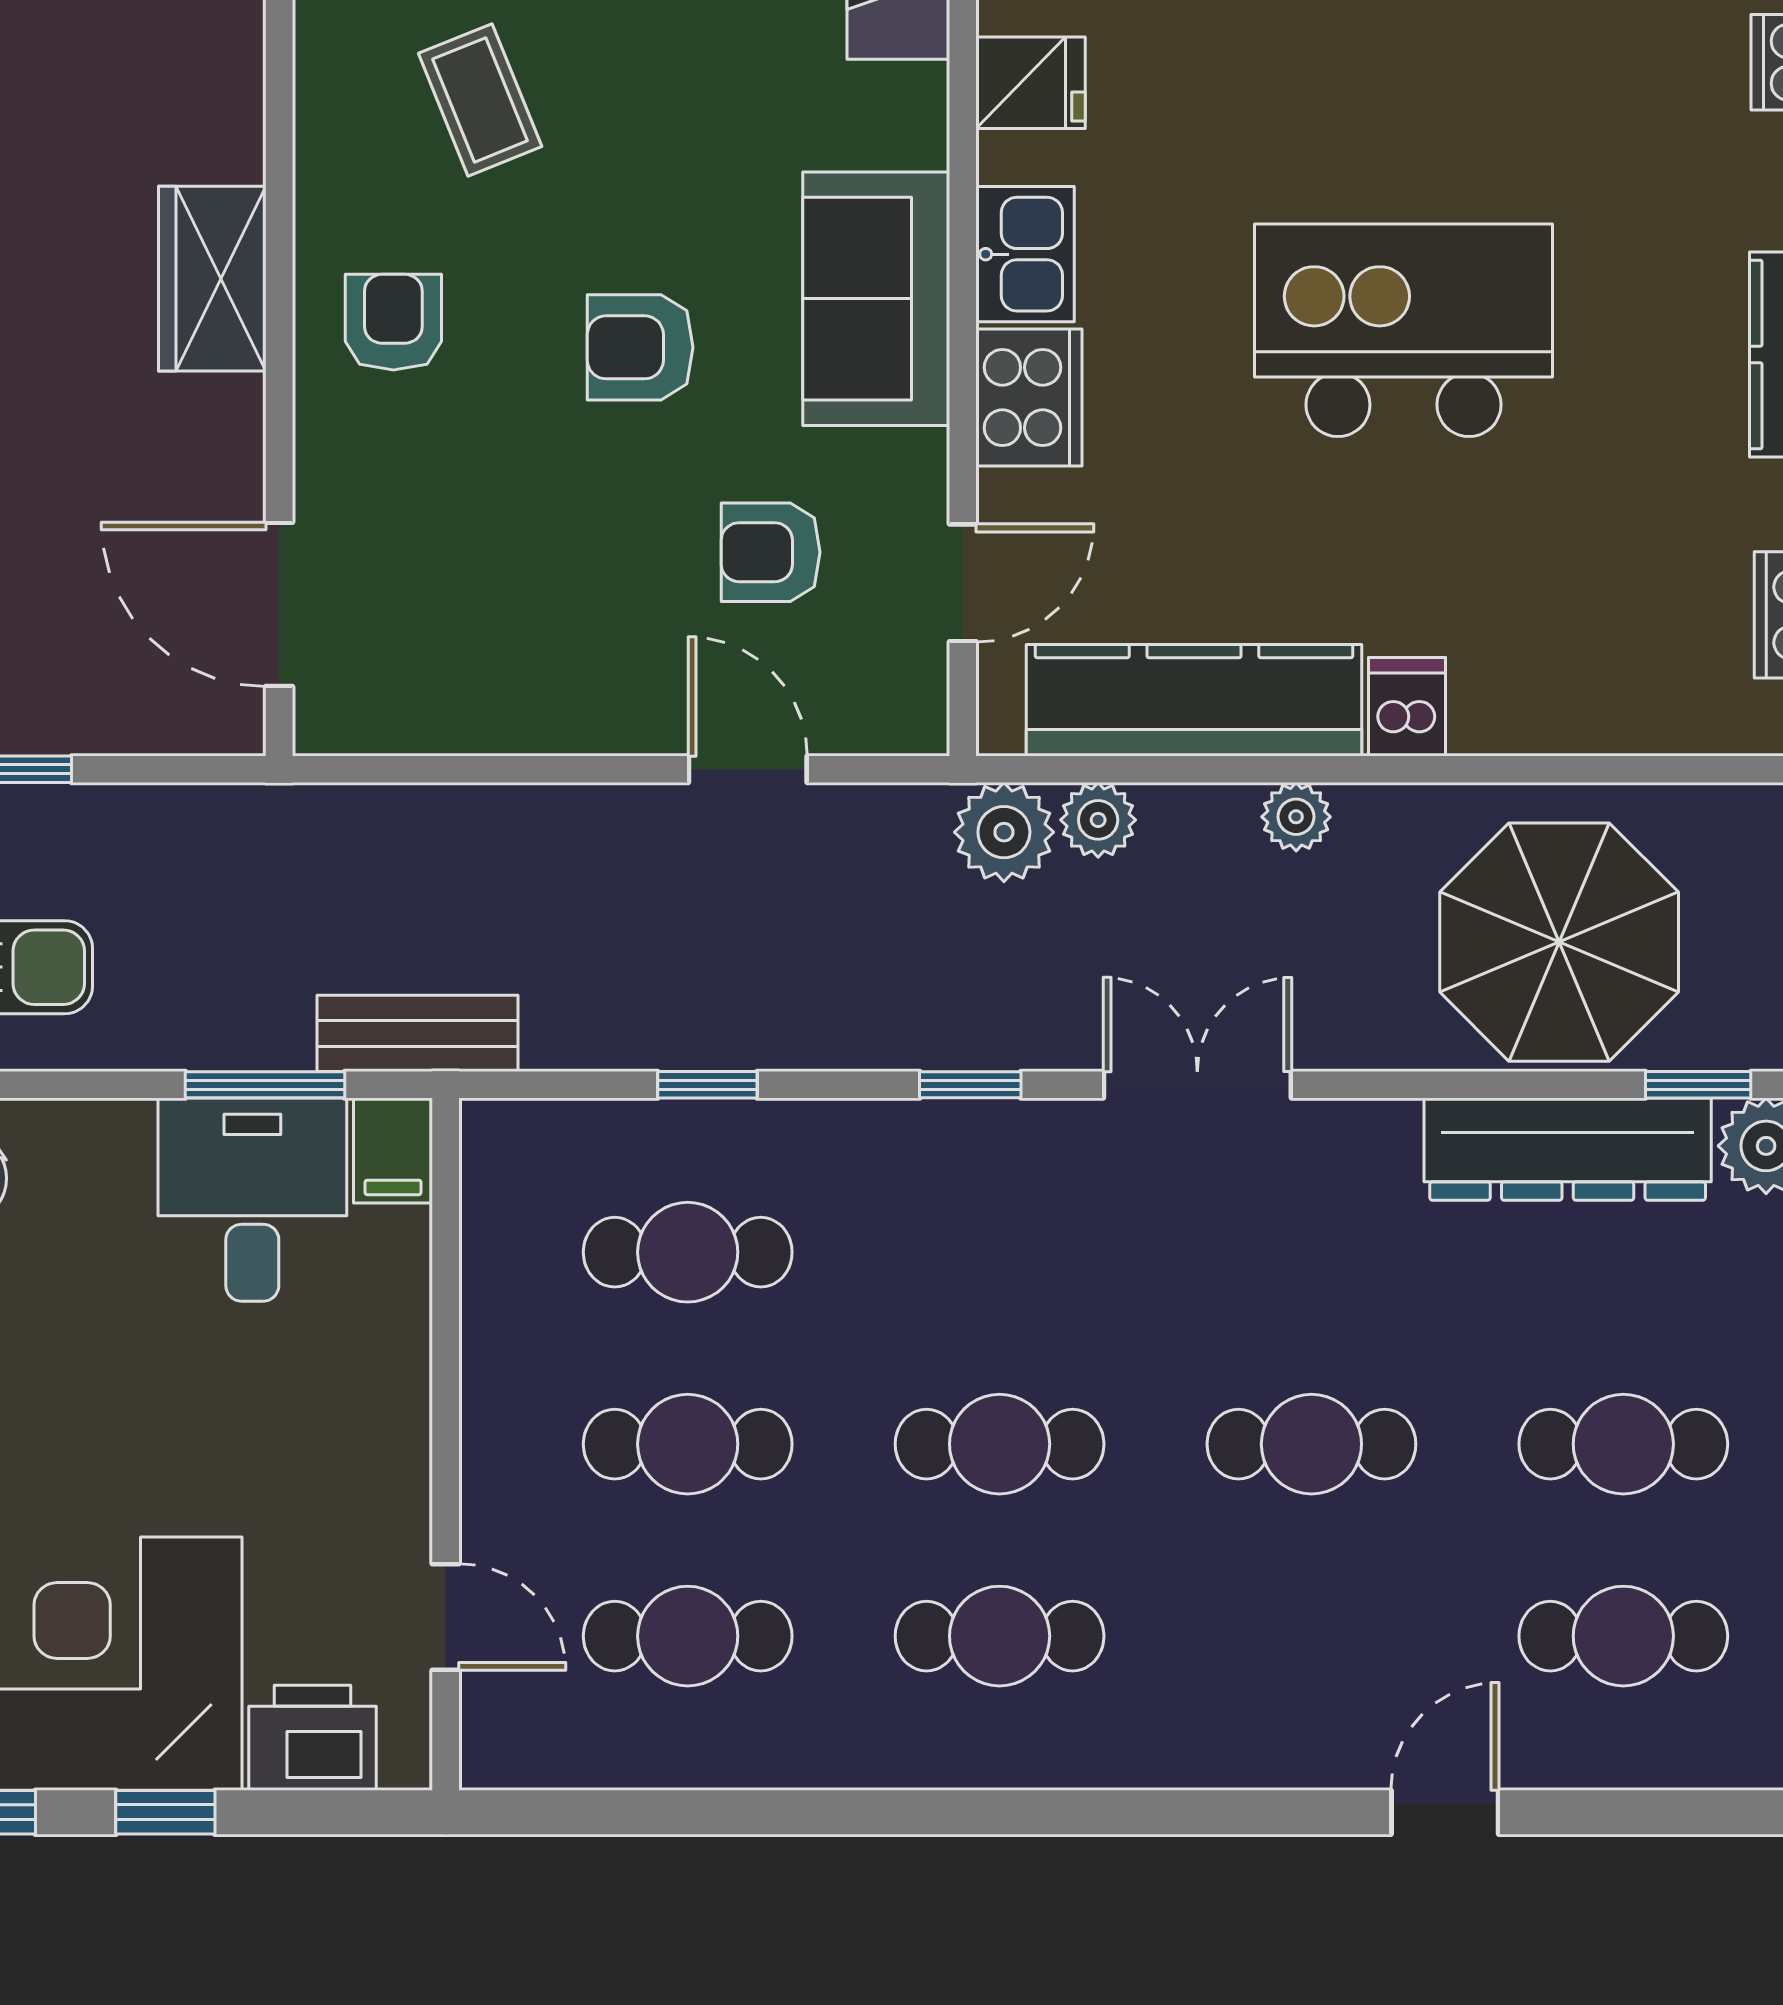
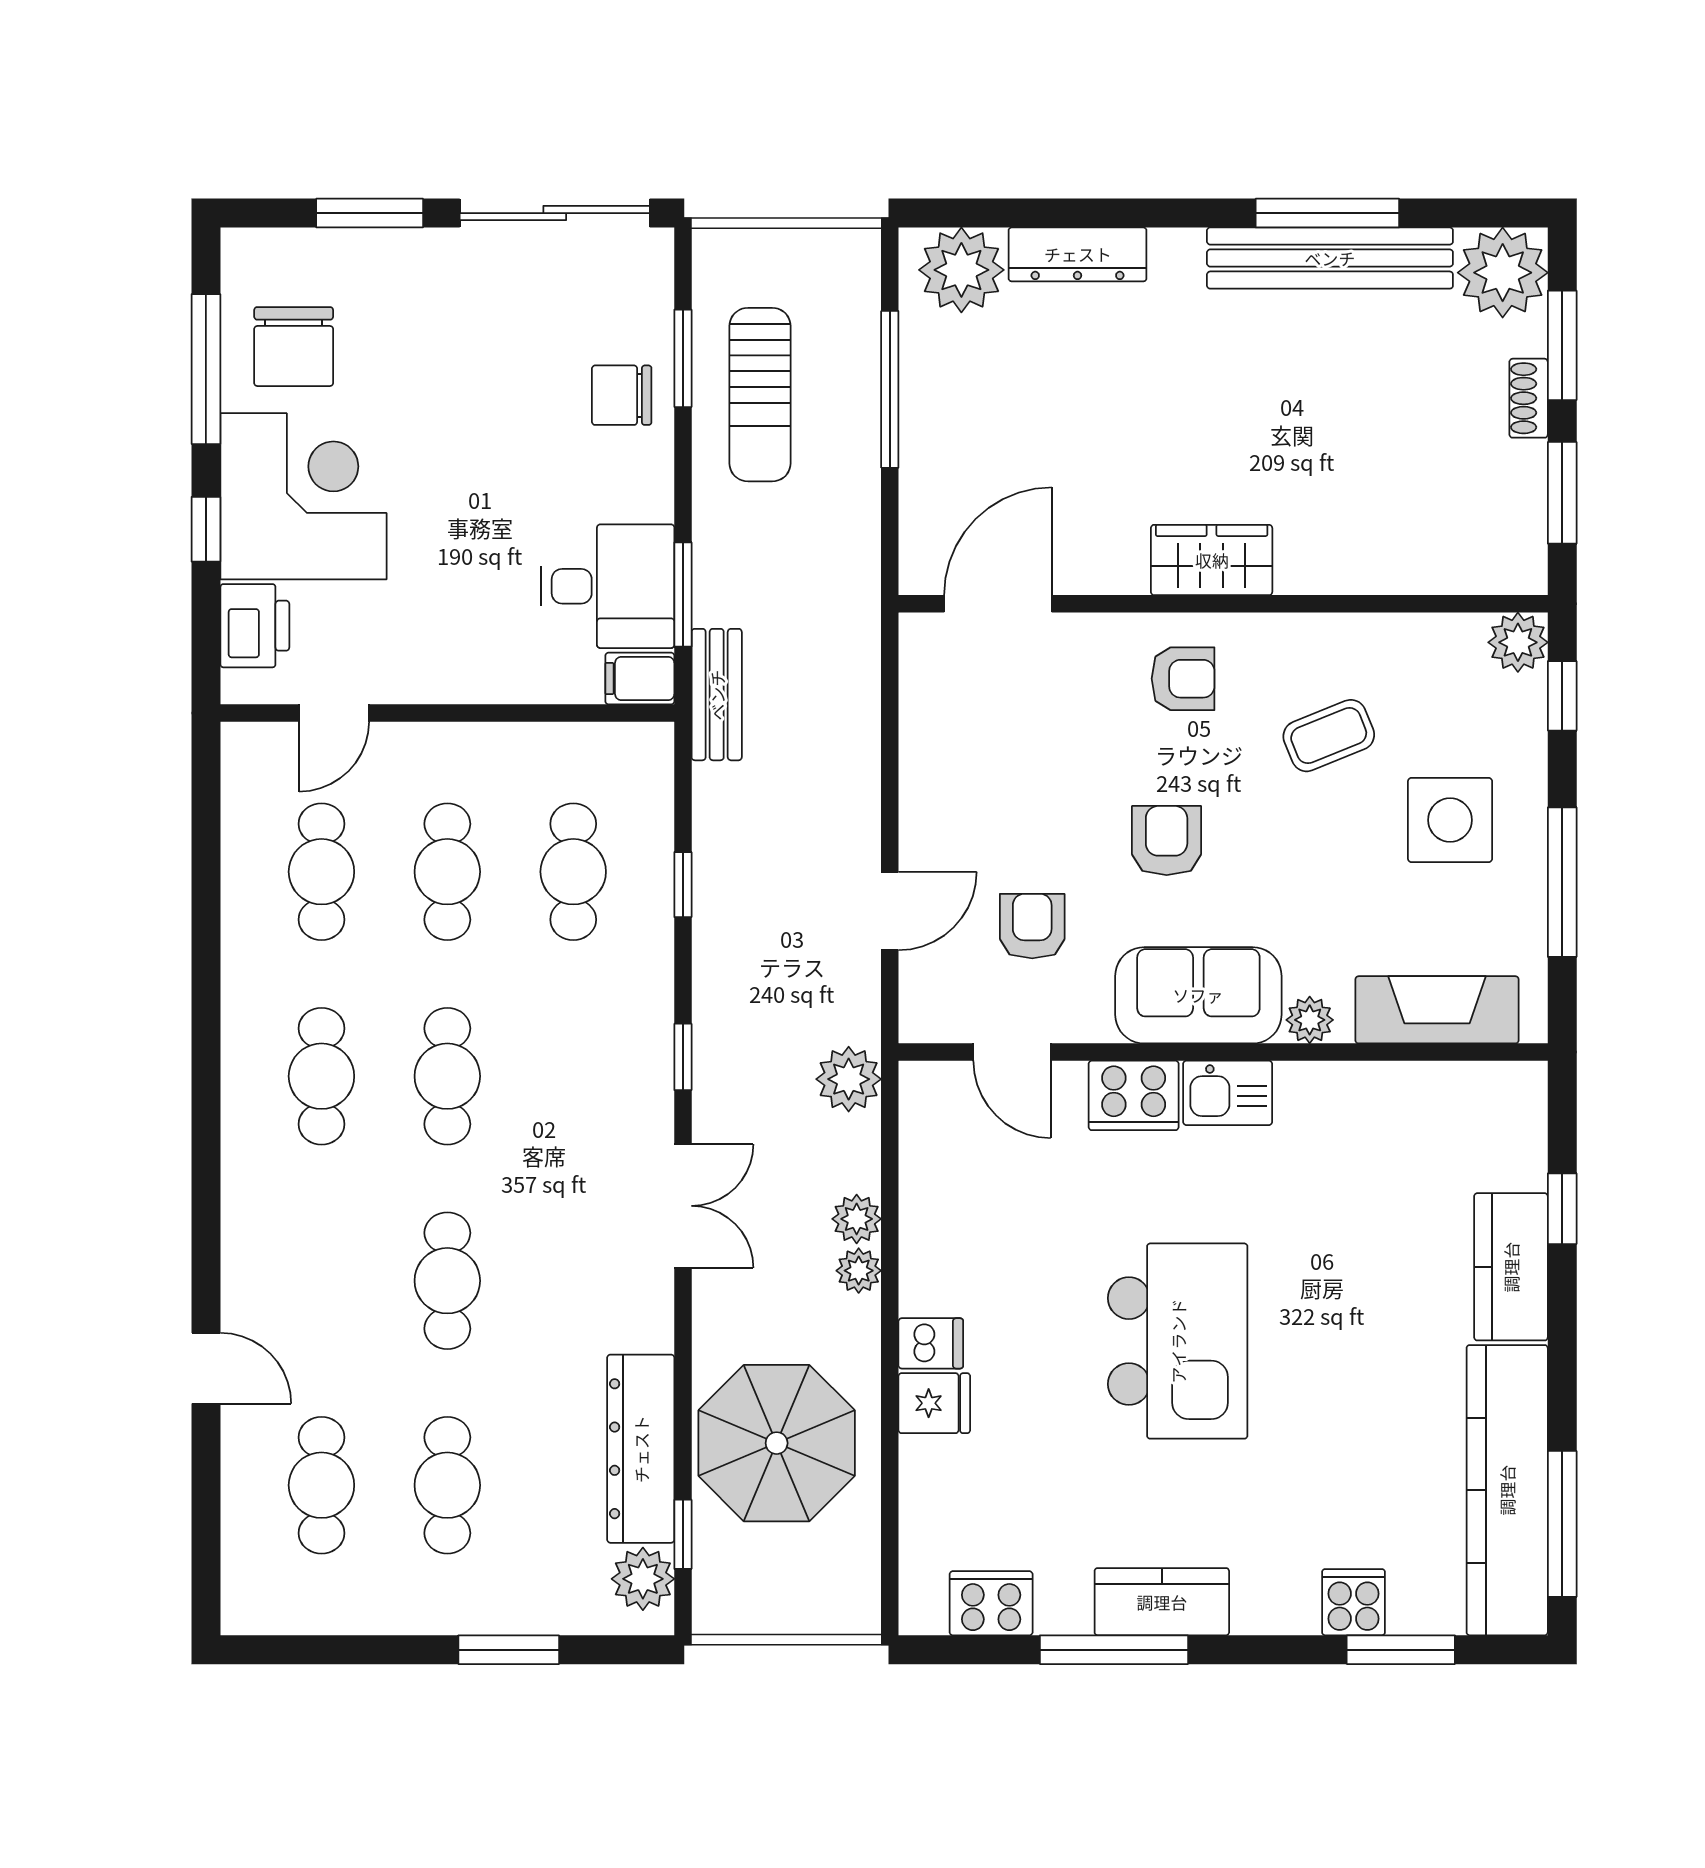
fridge: (1030, 83) -> (934, 1403), moved, turned -90
plant: (914, 129) -> (1310, 1020), added
kitchen counter: (1194, 700) -> (935, 1204), removed
plant: (1098, 820) -> (857, 1219), moved

